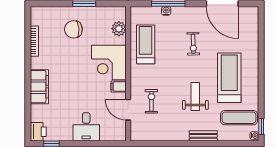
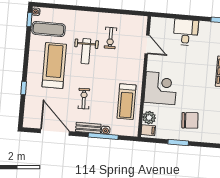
window: (261, 50) -> (24, 88), added
treadmill: (229, 78) -> (54, 66), turned 180
filing cabinet: (119, 86) -> (148, 130), moved
exercise bike: (151, 101) -> (110, 38), moved
bench: (203, 136) -> (88, 128), moved

